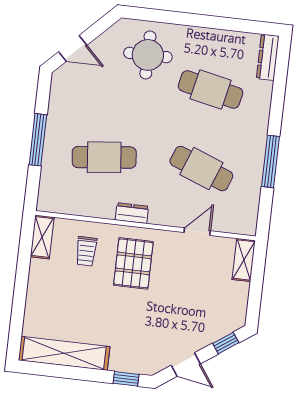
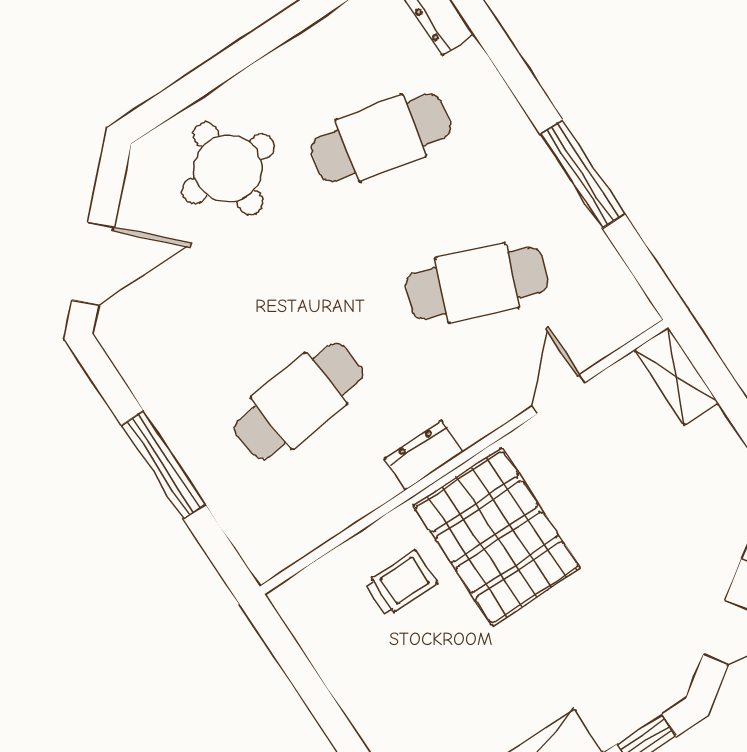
door: (73, 48) -> (93, 264), width x1.38
shelving: (42, 237) -> (307, 621), removed
trolley: (86, 251) -> (401, 583), turned -90
pallet: (133, 263) -> (497, 537), width x1.37, depth x1.41

